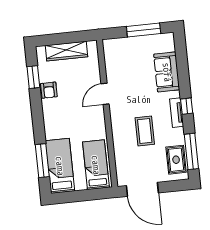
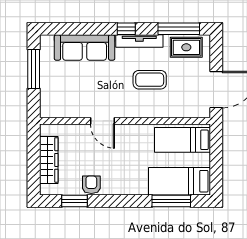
sofa: (167, 72) -> (85, 47), width x1.36
armchair: (49, 90) -> (91, 185), turned -90
tv unit: (177, 113) -> (139, 41), width x1.41

